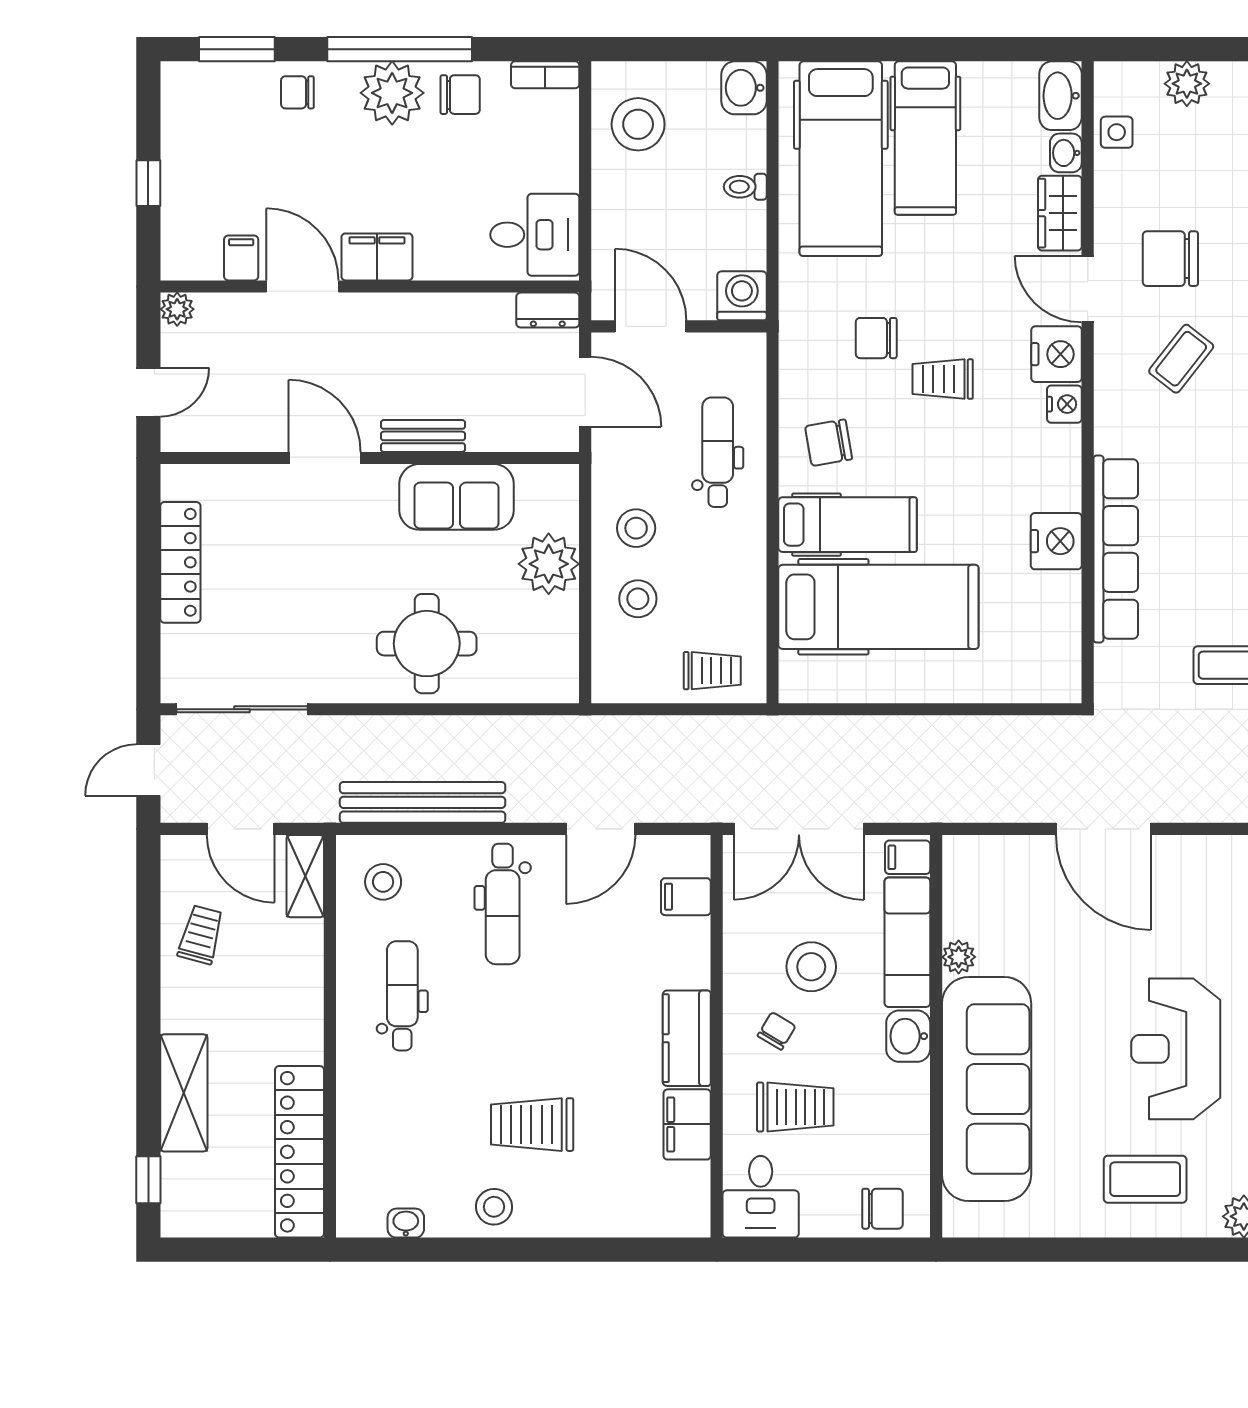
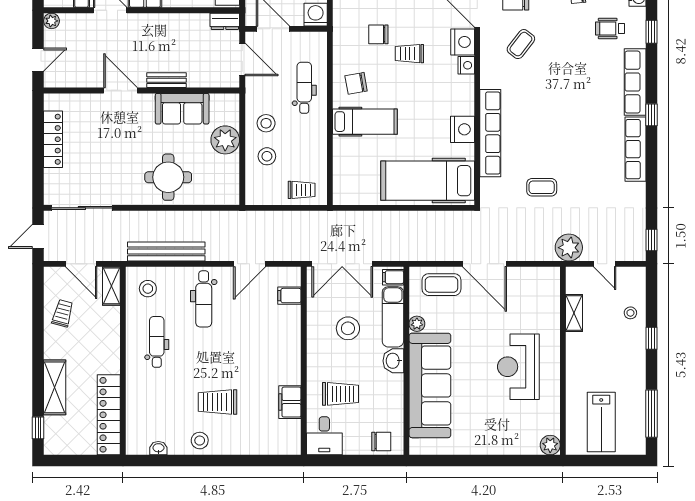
hospital bed: (878, 607) -> (428, 181), moved, turned 180
chair: (777, 1031) -> (332, 358), removed
kitchen counter: (687, 1038) -> (290, 362), removed
coffee table: (1145, 1179) -> (441, 285), moved

